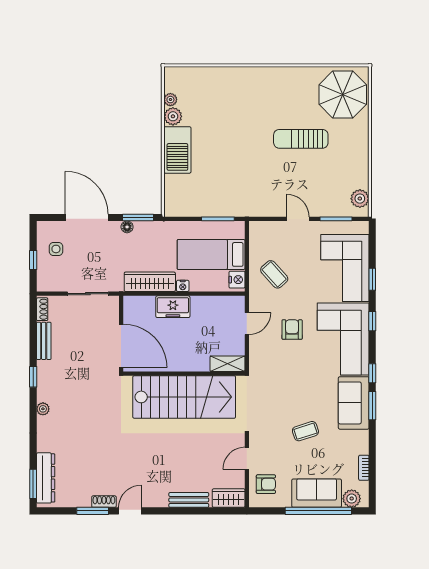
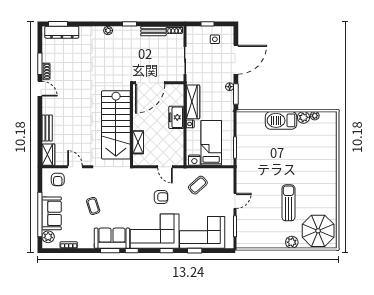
plant: (360, 199) -> (292, 242), moved
shelving: (227, 364) -> (138, 142), moved

